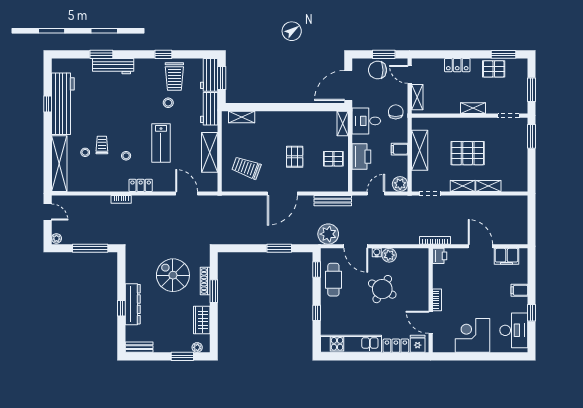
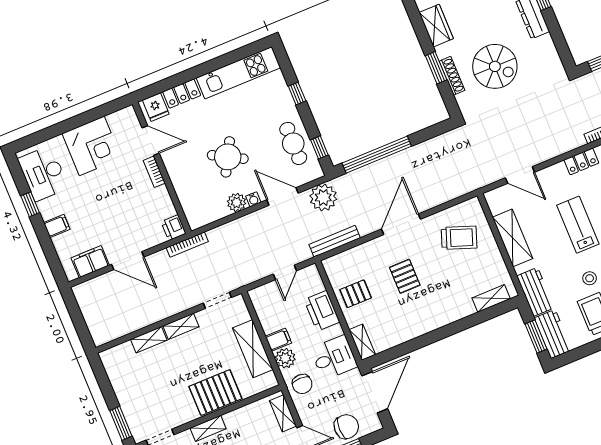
pallet: (468, 153) -> (215, 393), moved
plant: (400, 184) -> (285, 358), moved
window: (279, 248) -> (377, 155), width x2.11

